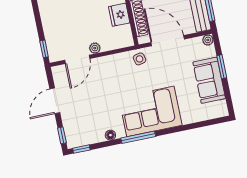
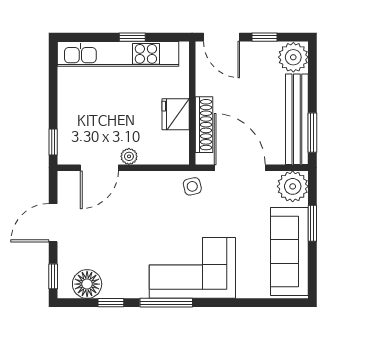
plant: (208, 40) -> (293, 186), width x1.87, depth x1.87
sofa: (209, 80) -> (289, 251), width x1.36
floor lamp: (110, 135) -> (87, 284), moved, width x1.89, depth x1.89
window: (81, 149) -> (111, 303), moved

